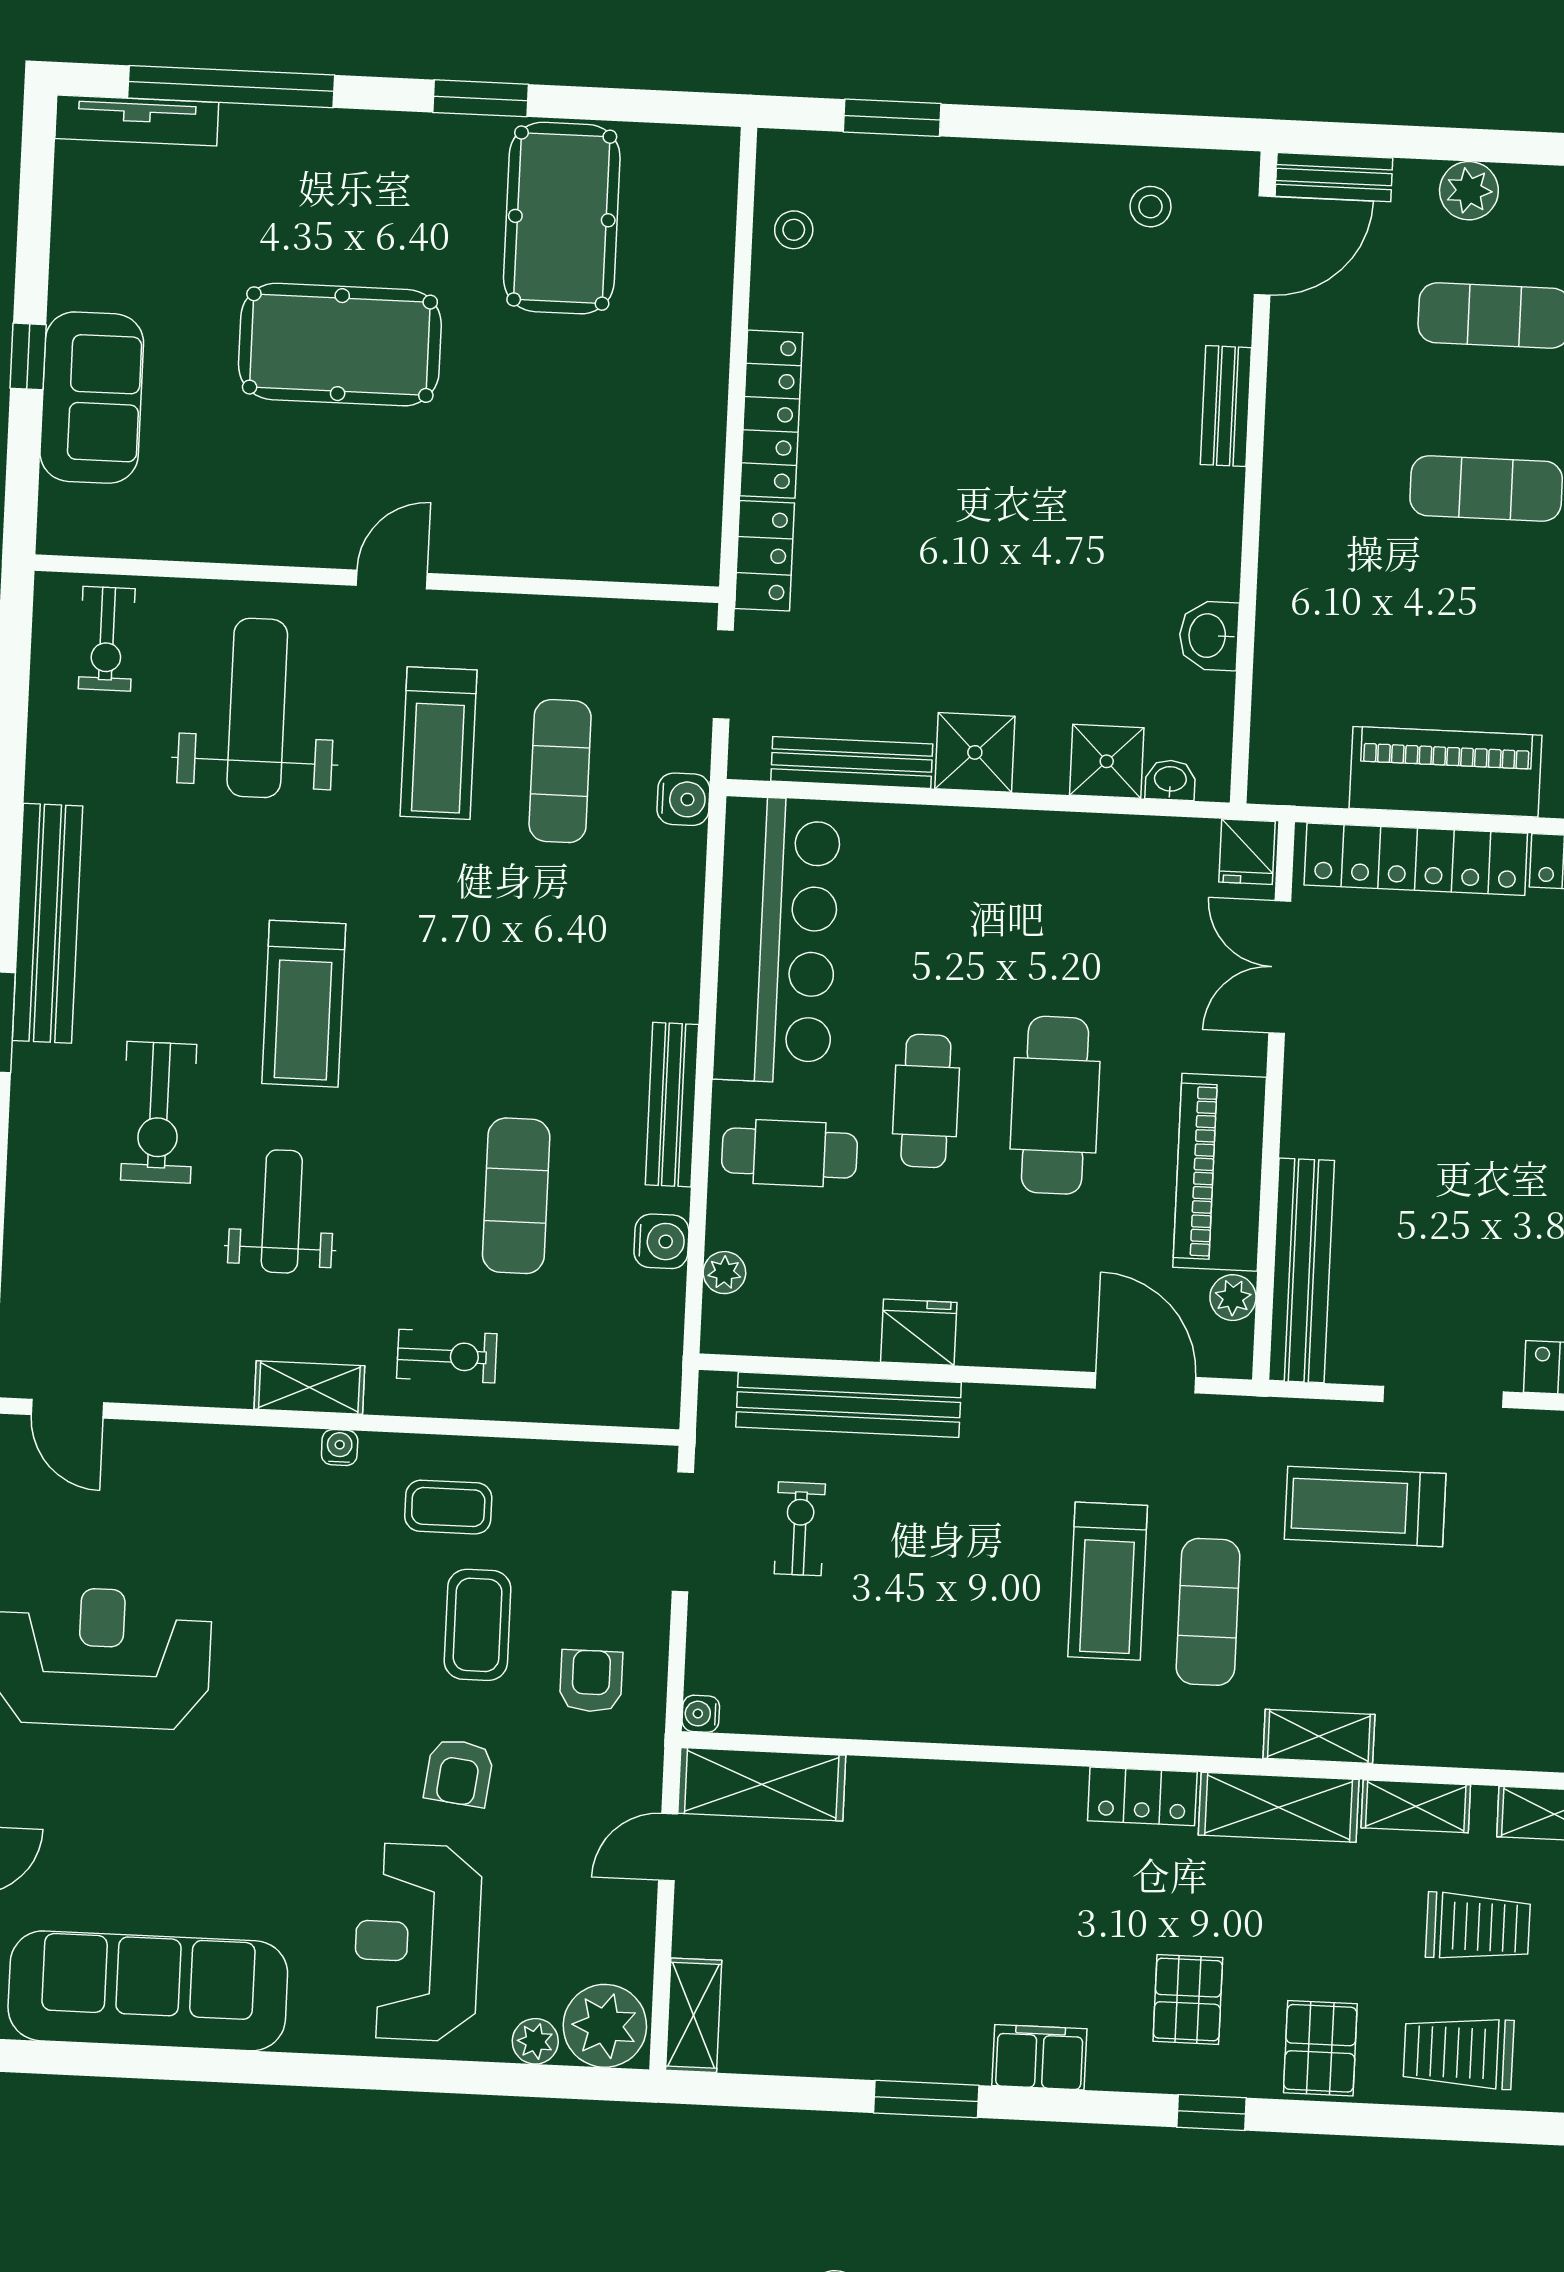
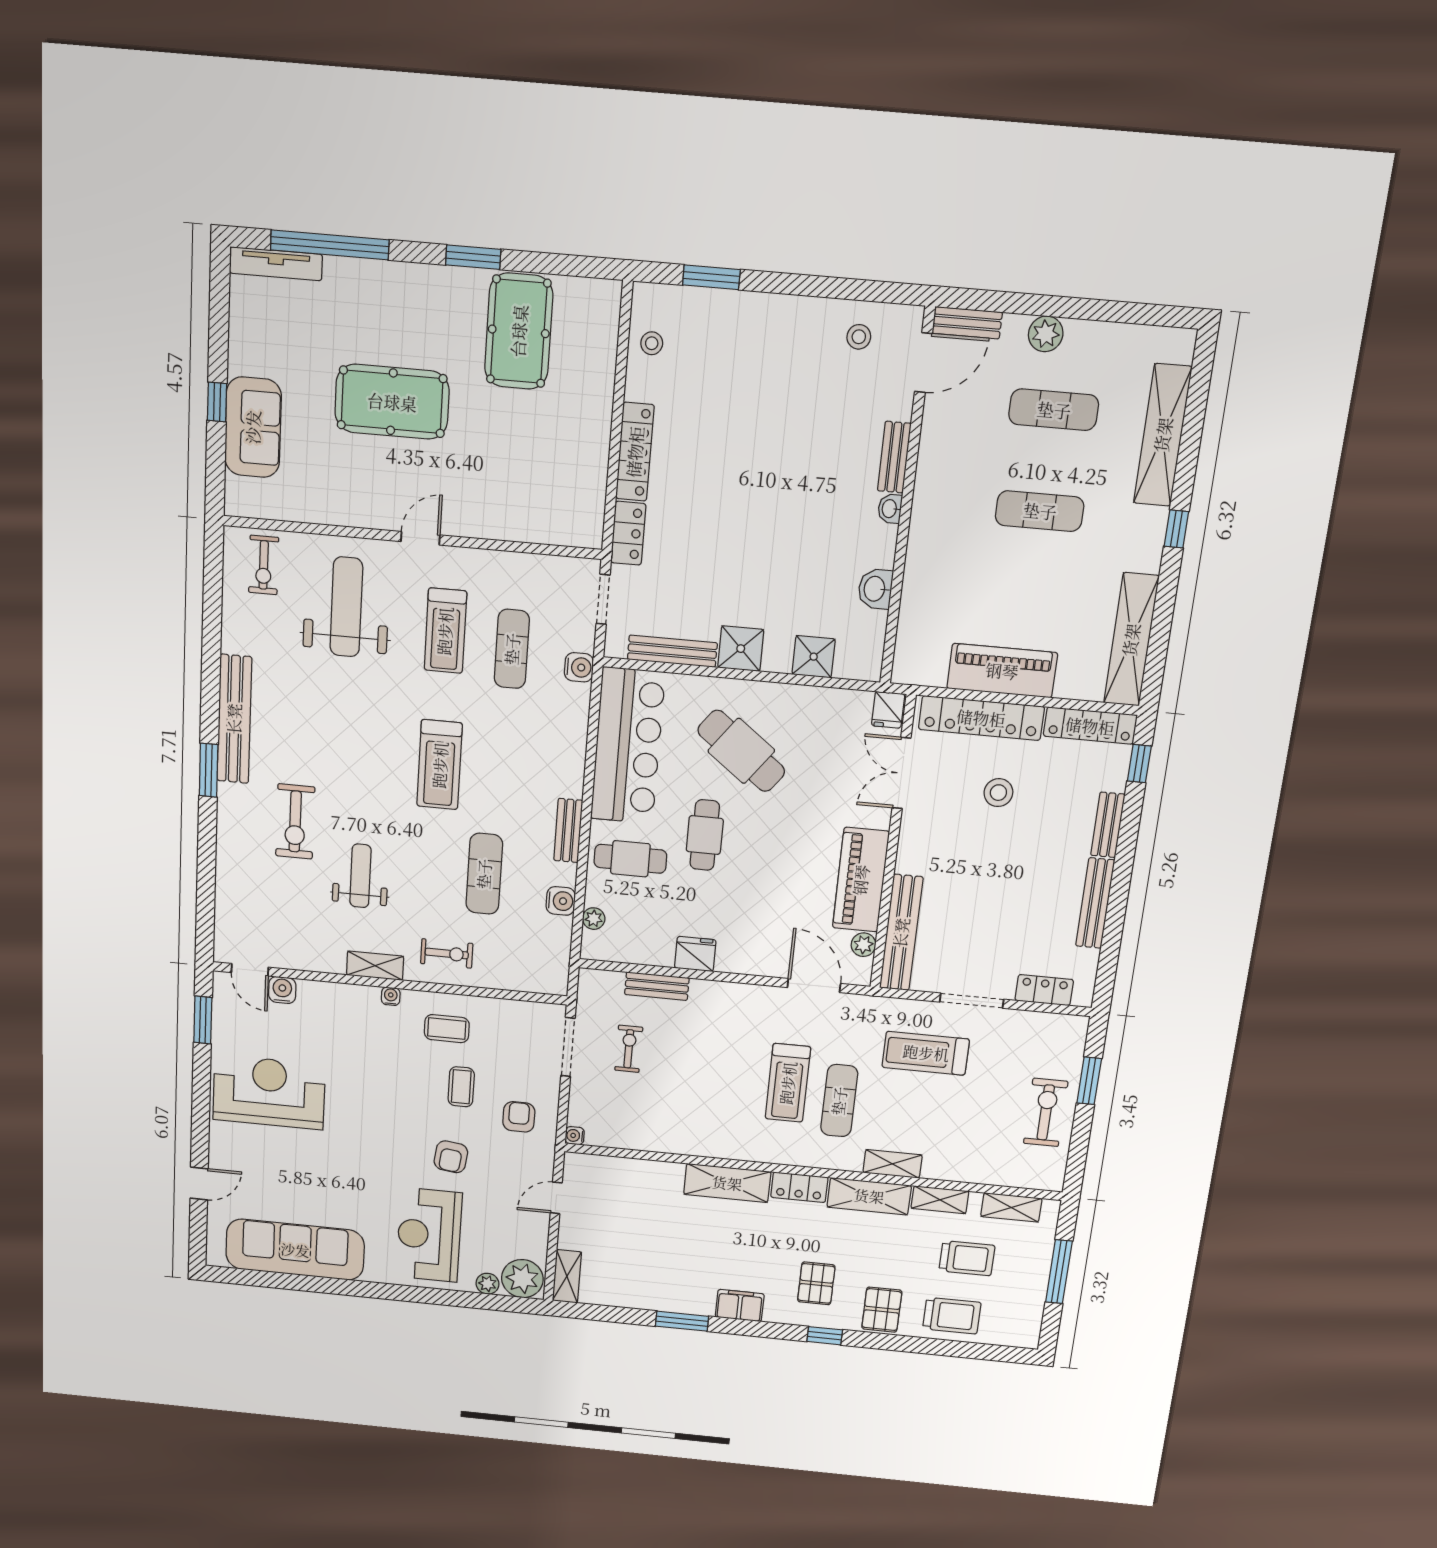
washbasin: (1170, 780) -> (890, 509), moved, turned -90
stool: (1458, 995) -> (998, 793), added
treadmill: (304, 1004) -> (440, 765), moved
bench: (672, 1105) -> (568, 830), width x0.73
cafe table: (1055, 1105) -> (741, 751), moved, turned -53
bench: (849, 1405) -> (657, 986), width x0.54, depth x0.82
water cooler: (130, 1446) -> (282, 990), added
coffee table: (478, 1625) -> (461, 1087), width x0.73, depth x0.77
shelving: (762, 1784) -> (727, 1183), moved
trolley: (1459, 2053) -> (952, 1316), turned 180

